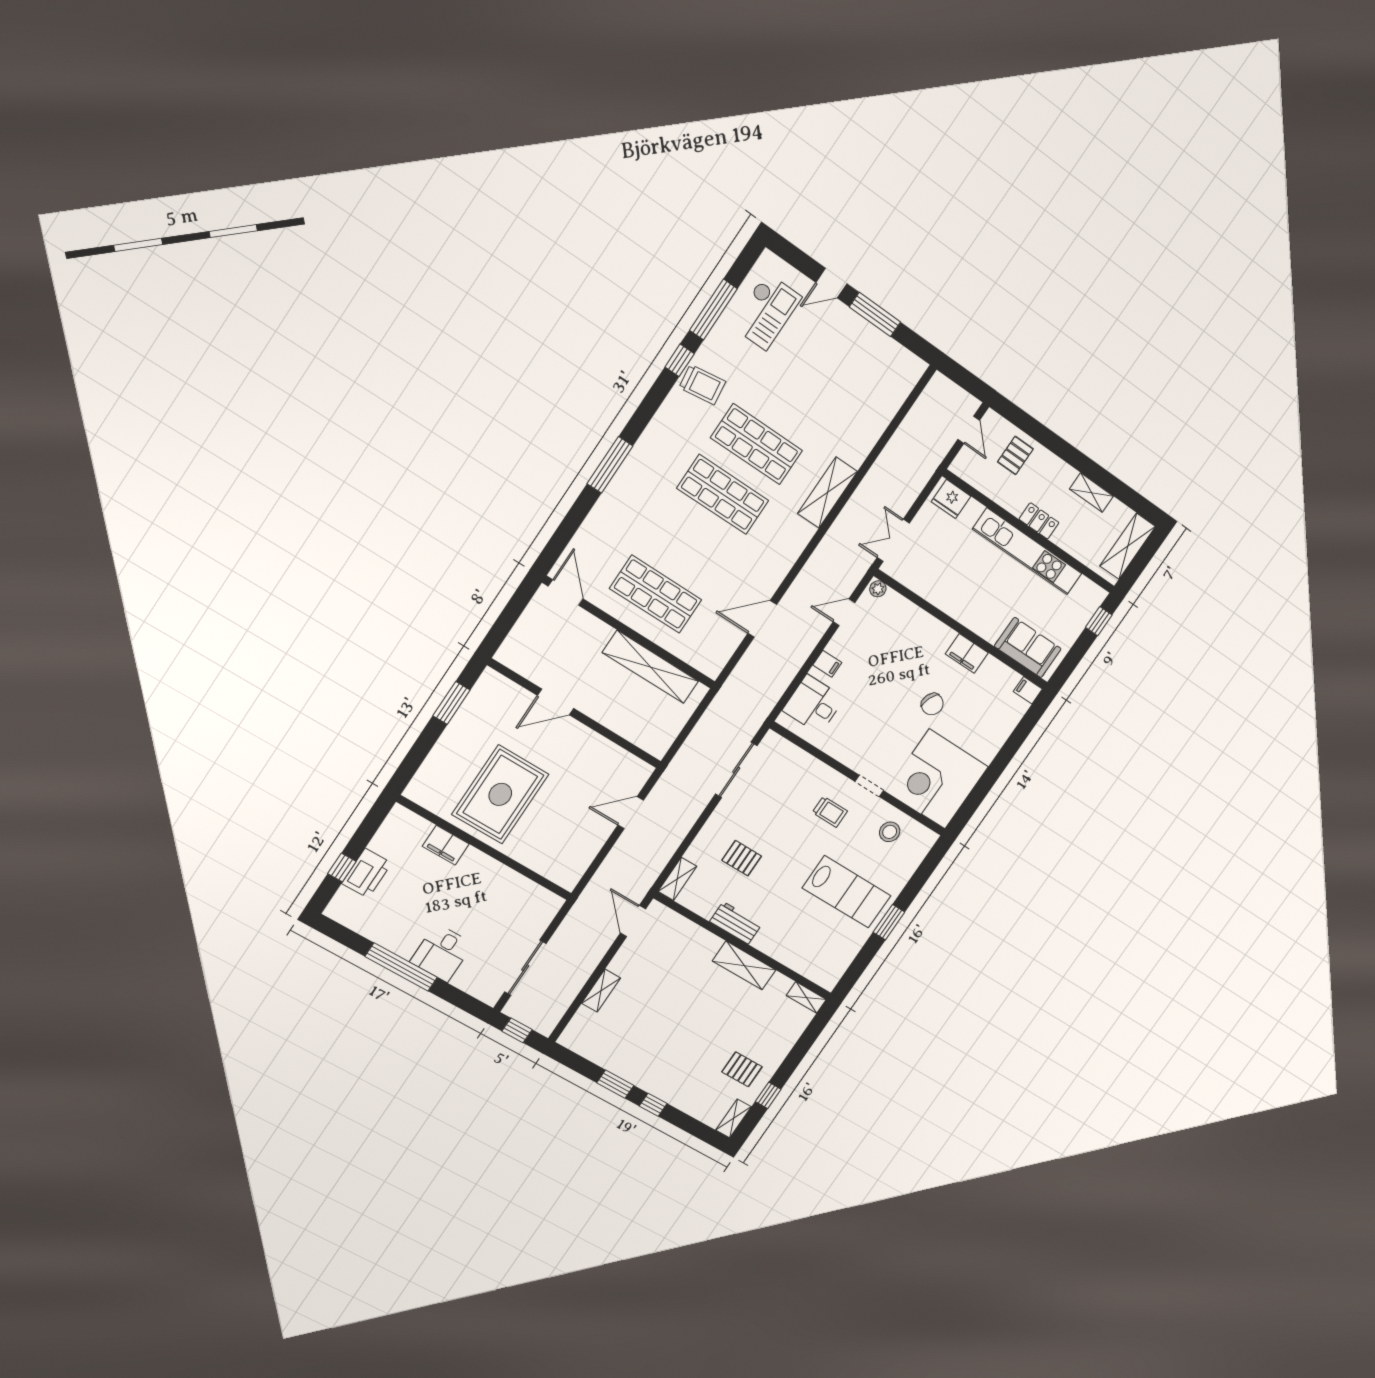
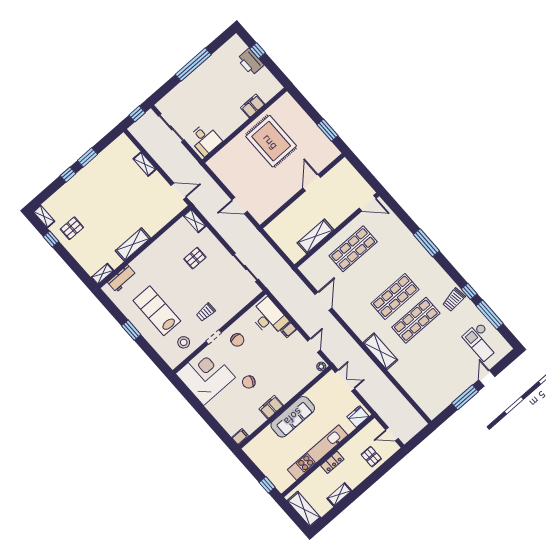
sofa: (1028, 648) -> (293, 417), moved, width x1.36
shelving: (650, 667) -> (315, 236), width x0.68
desk: (814, 704) -> (269, 317), width x1.37
chair: (865, 745) -> (237, 340), added
door: (631, 813) -> (240, 206), swing flipped
lab bench: (847, 892) -> (157, 311), turned 90
workbench: (736, 923) -> (122, 279), moved
desk: (442, 953) -> (205, 139), moved, turned 180

